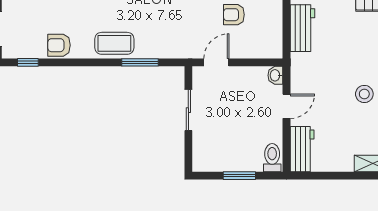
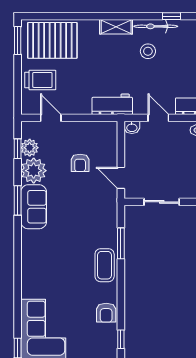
workbench: (302, 28) -> (112, 104), moved

